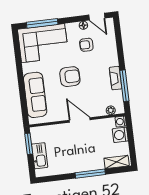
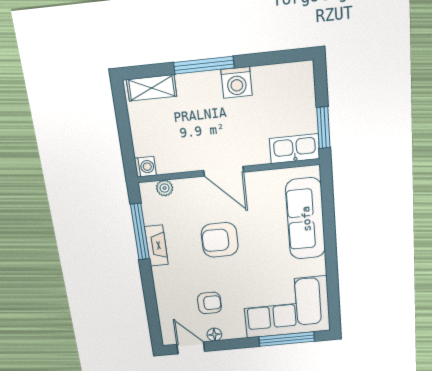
armchair: (70, 77) -> (220, 240), moved
washing machine: (120, 135) -> (237, 82), moved, turned 90
kitchen sink: (40, 156) -> (295, 149), moved, turned 90

